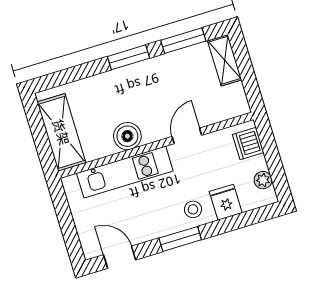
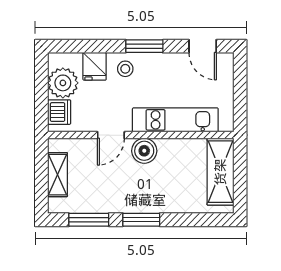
shelving: (225, 60) -> (58, 175), moved
boiler: (127, 136) -> (144, 151), moved
plant: (263, 180) -> (63, 83), width x1.87, depth x1.87

